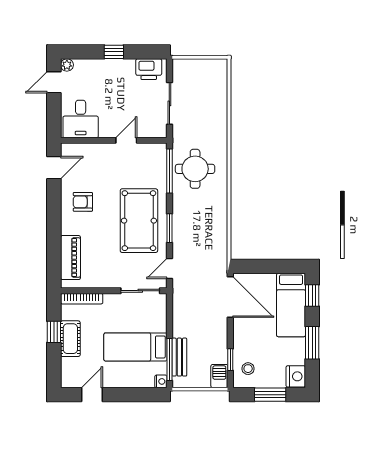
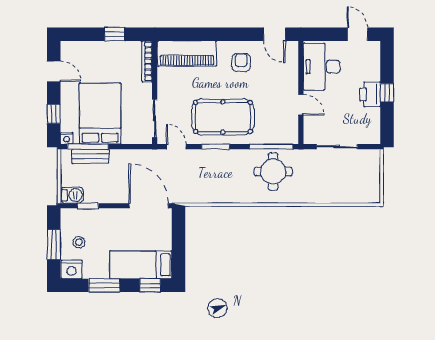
plant: (67, 65) -> (374, 47), removed
printer: (149, 69) -> (370, 94), moved
desk: (81, 119) -> (322, 67), width x1.37
piano: (70, 258) -> (187, 54), width x1.37, depth x1.33
door: (230, 297) -> (149, 206), swing flipped
cot: (70, 339) -> (108, 50), removed
bed: (135, 347) -> (100, 114), width x1.50
stool: (248, 369) -> (79, 242), moved
window: (136, 395) -> (54, 114), added

